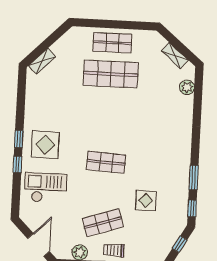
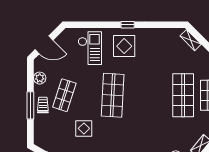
shop shelf: (106, 162) -> (113, 95), width x1.43, depth x1.36
window: (18, 164) -> (107, 25), removed
shop shelf: (103, 223) -> (64, 95), turned 36

